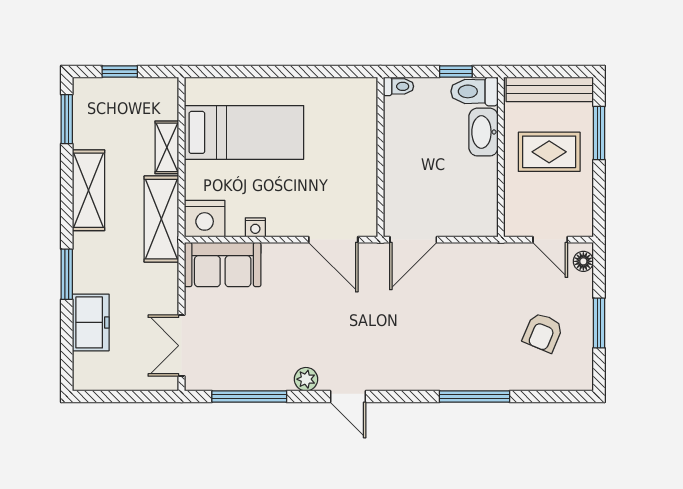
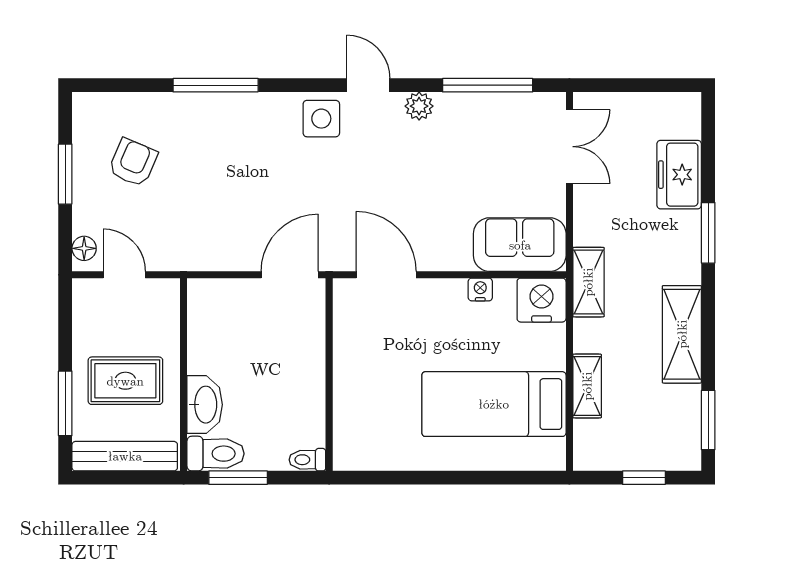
window: (456, 71) -> (238, 478), width x1.50
shelving: (161, 219) -> (588, 282), width x0.67, depth x0.75
side table: (387, 369) -> (321, 119), added

